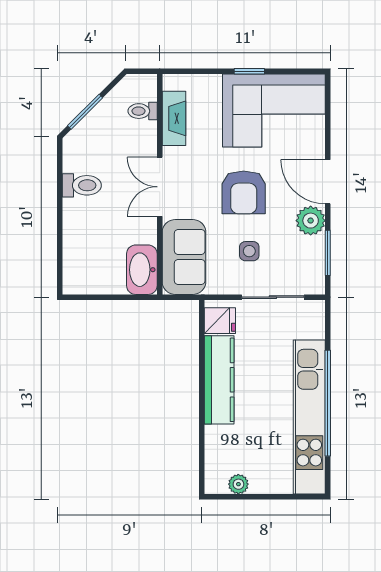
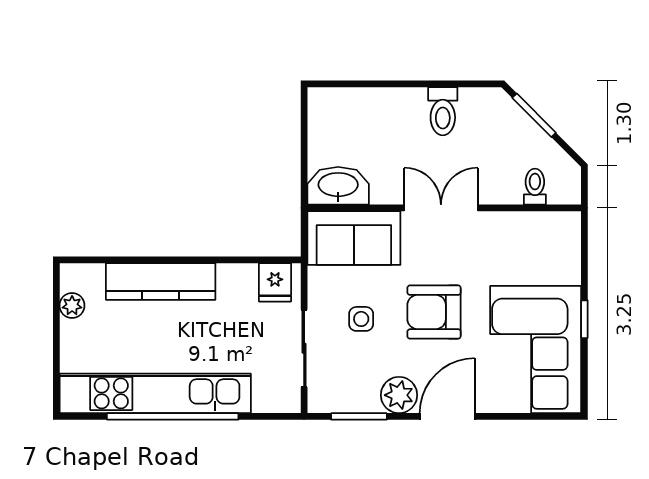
fireplace: (174, 118) -> (526, 226), removed
kitchen counter: (219, 380) -> (161, 282), moved

